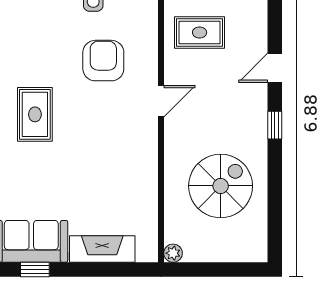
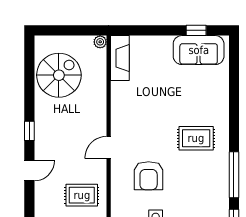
rug: (35, 114) -> (196, 138), turned 90
spiral stairs: (221, 186) -> (59, 75), moved, turned 180
fireplace: (102, 249) -> (120, 58), moved, turned -90

